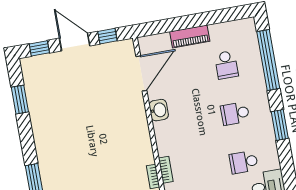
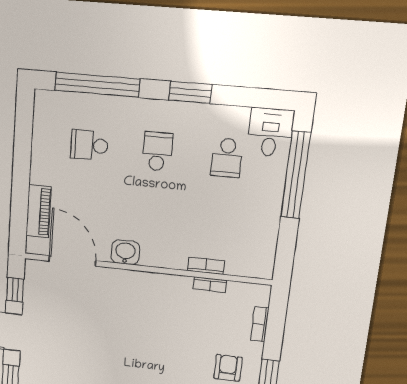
piano: (190, 36) -> (39, 211), moved
school desk: (226, 65) -> (89, 145), turned 180
school desk: (235, 113) -> (157, 151), turned 180

